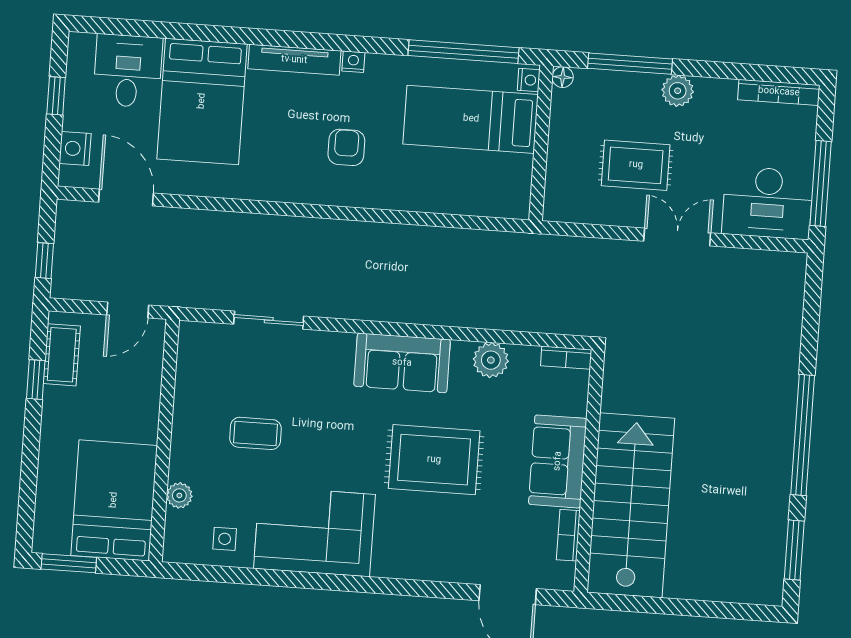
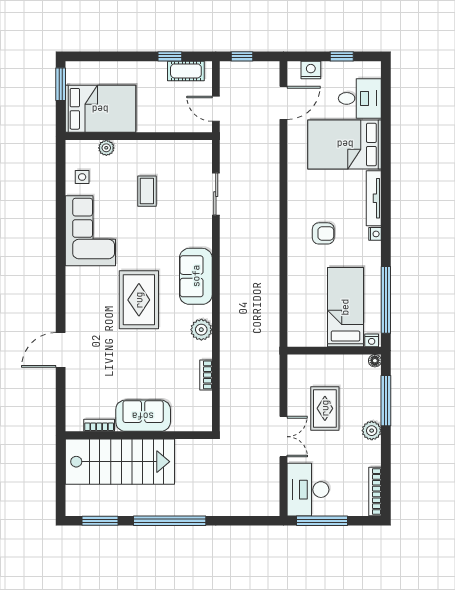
sofa: (558, 461) -> (143, 416), moved
wall: (589, 471) -> (139, 435), moved
stairs: (631, 505) -> (120, 462), moved
bookcase: (568, 535) -> (99, 425), moved

